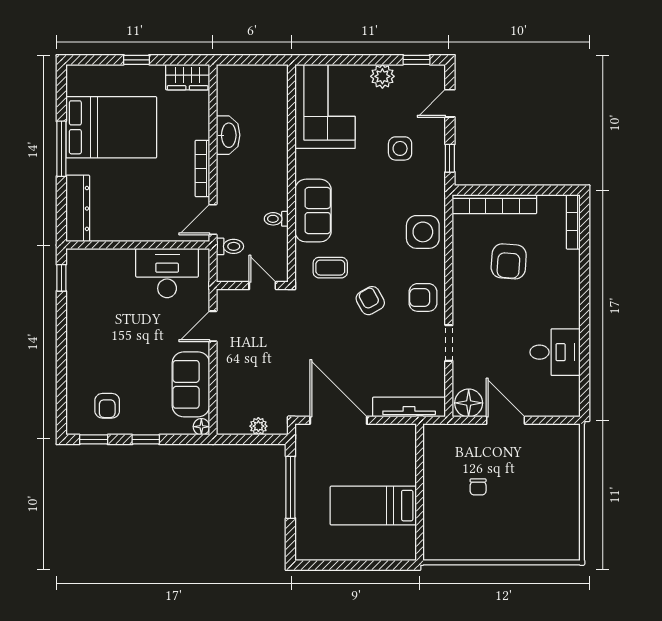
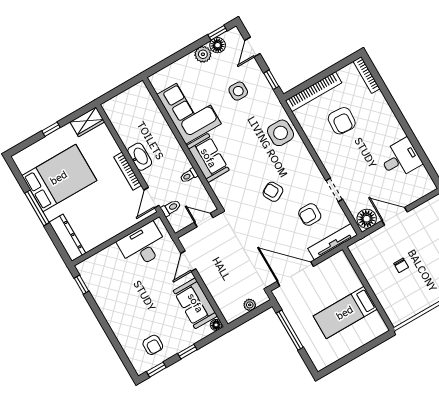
floor lamp: (408, 76) -> (218, 45), added
corner sofa: (325, 106) -> (189, 109), moved
washbasin: (228, 135) -> (140, 157), moved
coffee table: (330, 268) -> (238, 186), removed
armchair: (423, 297) -> (310, 215), moved

